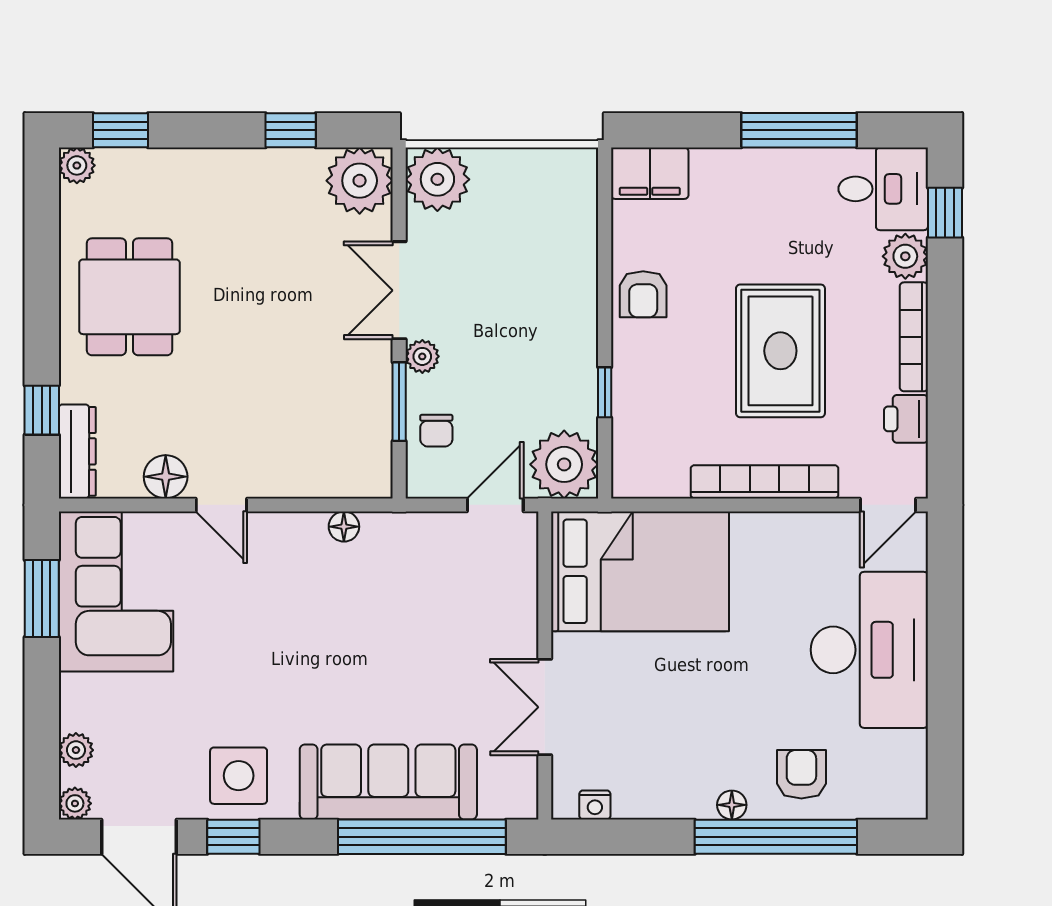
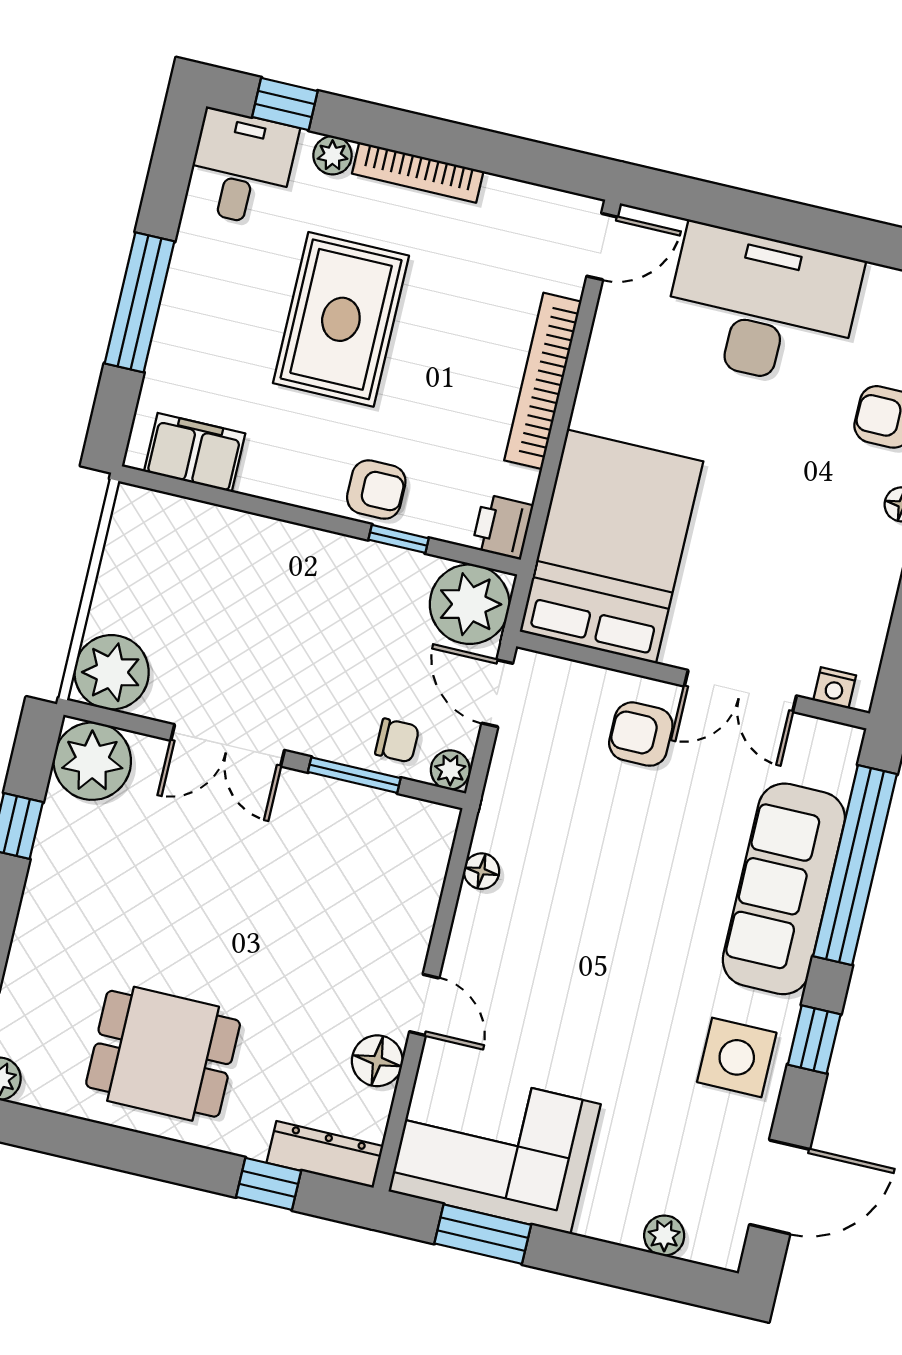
window: (799, 130) -> (140, 302), moved
filing cabinet: (650, 173) -> (195, 452), moved, turned -90
plant: (905, 256) -> (333, 155), width x0.73, depth x0.73
armchair: (643, 294) -> (376, 490), moved
rug: (780, 351) -> (341, 319), moved, turned 90
plant: (422, 356) -> (450, 770), moved
printer: (906, 419) -> (502, 527), moved, turned 90
door: (221, 505) -> (424, 1005), hinge flipped
door: (888, 505) -> (602, 247), hinge flipped
armchair: (489, 633) -> (641, 734), added
plant: (75, 803) -> (725, 1251), removed
nightstand: (595, 805) -> (835, 688), moved, turned 90
window: (233, 837) -> (814, 1040), moved

